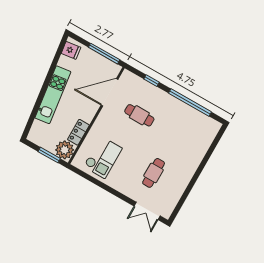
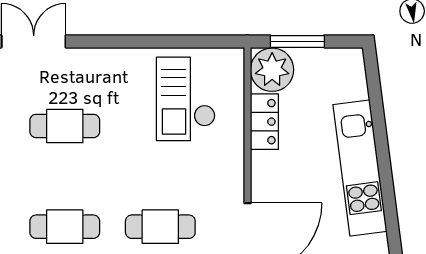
cafe table: (175, 136) -> (65, 227), added
cafe table: (154, 173) -> (65, 126), turned 90

